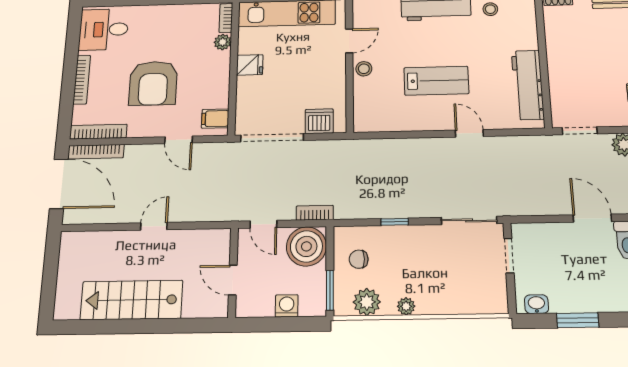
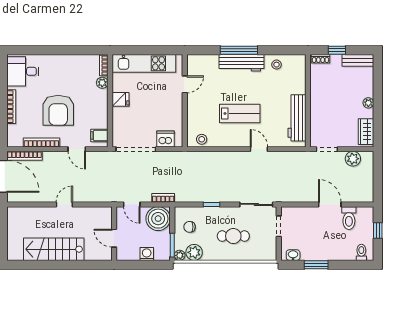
stool: (364, 69) -> (202, 139), moved
bookcase: (98, 132) -> (41, 142), moved
cafe table: (433, 273) -> (233, 236), added
plant: (406, 306) -> (180, 255), moved

